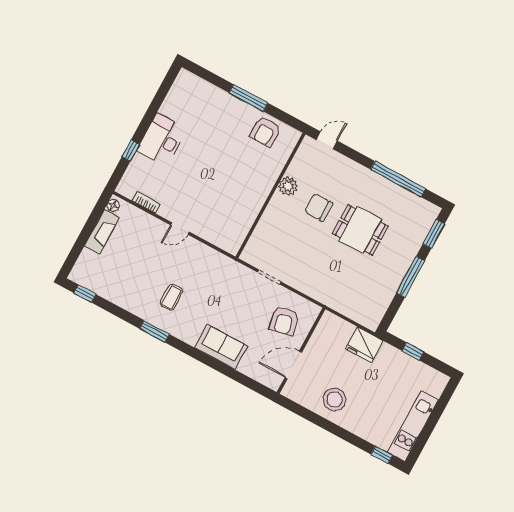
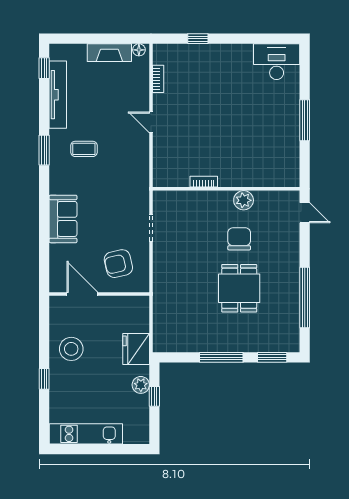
armchair: (265, 132) -> (282, 153), removed
desk: (162, 140) -> (277, 62), moved
bookcase: (254, 211) -> (204, 182), added
tv unit: (114, 294) -> (58, 95), added
plant: (397, 357) -> (141, 385), added
window: (382, 455) -> (44, 379), moved

